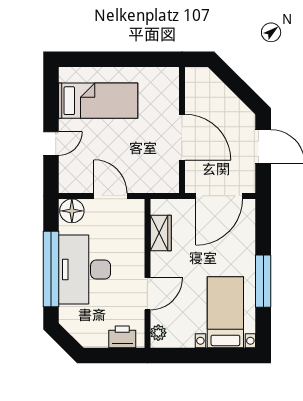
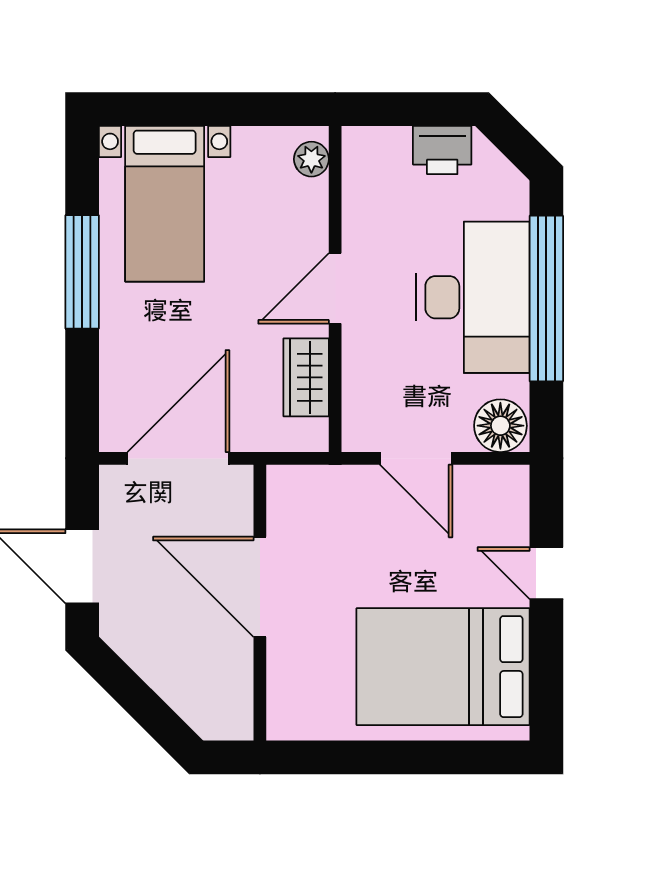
bed: (98, 101) -> (443, 667), width x1.50
door: (51, 143) -> (546, 573), hinge flipped
door: (147, 294) -> (335, 288), moved
printer: (122, 337) -> (442, 150), moved

